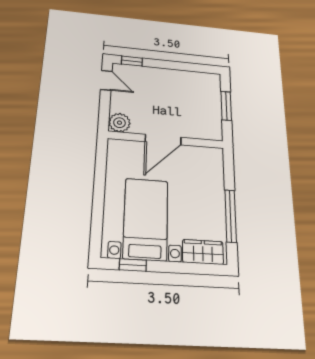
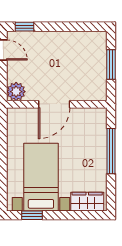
window: (231, 216) -> (111, 151), moved

